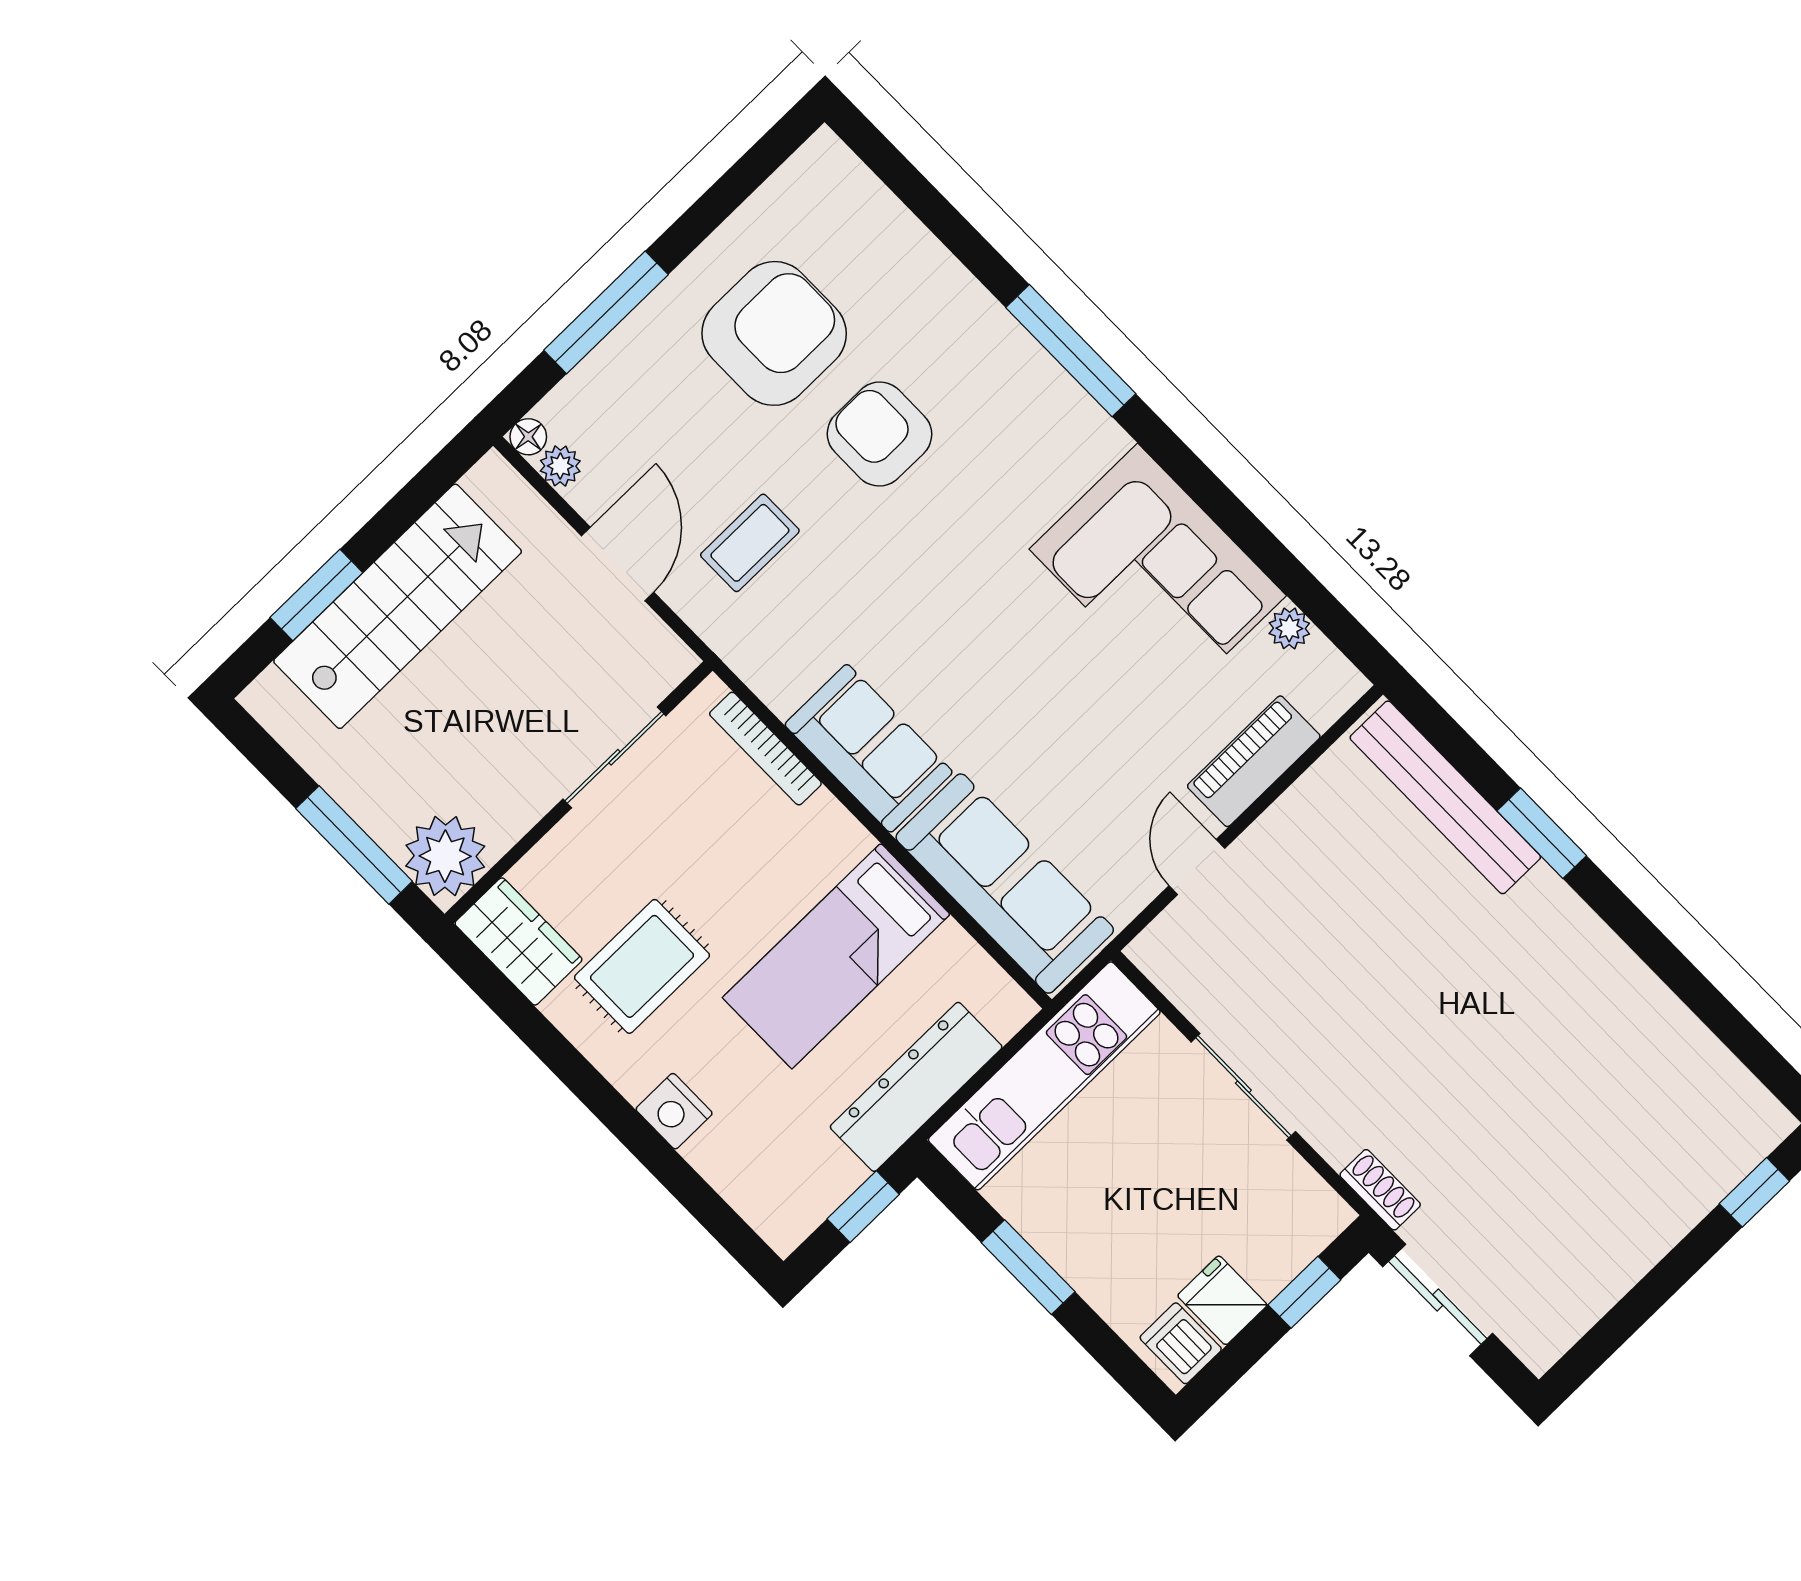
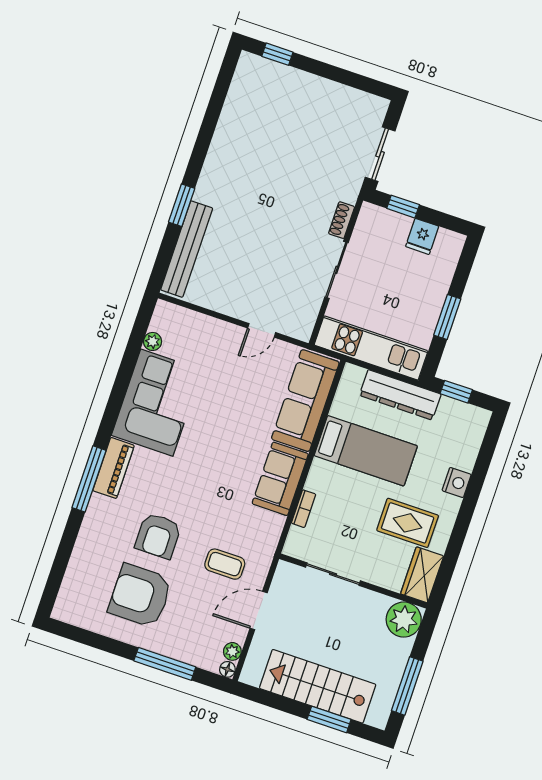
bookcase: (765, 749) -> (304, 509), width x0.64
piano: (1254, 761) -> (114, 468), moved, turned -90
window: (354, 845) -> (407, 686), moved
shoe rack: (1380, 1190) -> (342, 220), moved
dishwasher: (1181, 1343) -> (447, 244), removed

